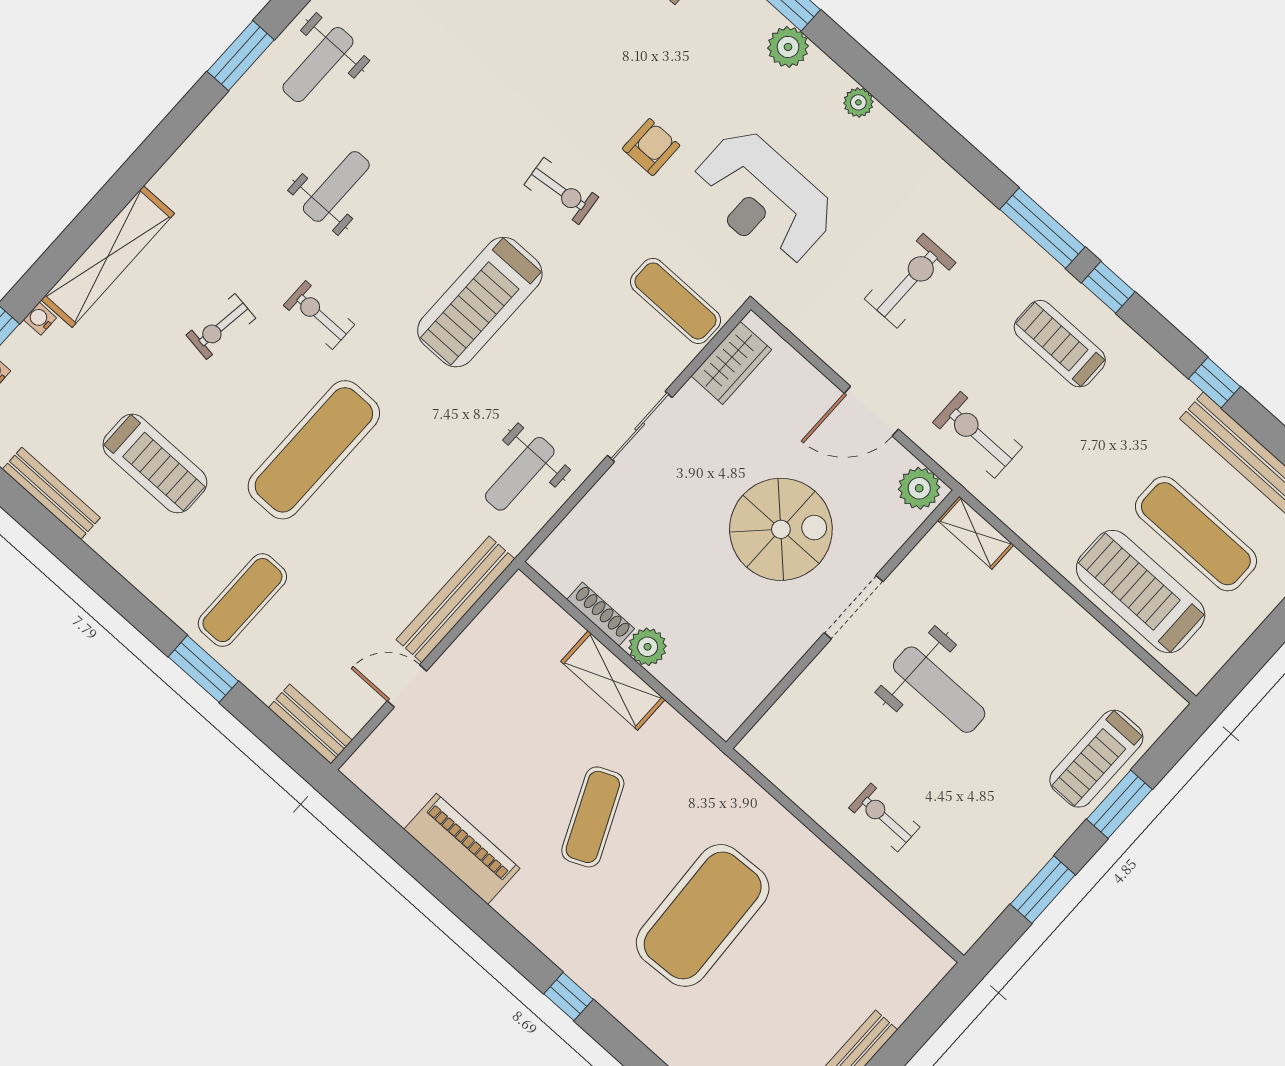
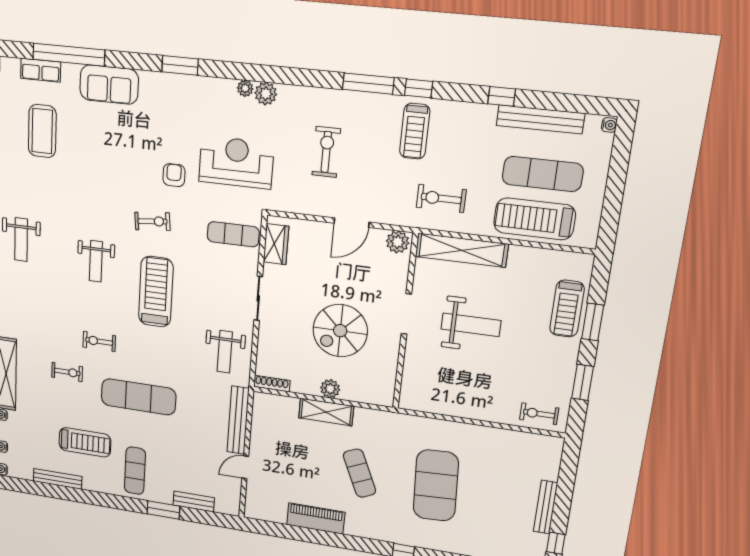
plant: (788, 47) -> (266, 94), moved
weight bench: (336, 187) -> (96, 261), moved, turned 180
reception desk: (763, 198) -> (236, 162), turned 180
treadmill: (480, 302) -> (156, 292), turned 180
exercise bike: (221, 327) -> (67, 372), turned -98
treadmill: (1060, 344) -> (415, 131), turned -90
exercise bike: (977, 435) -> (441, 198), moved
exercise mat: (314, 450) -> (138, 397), turned 90
spiral stairs: (781, 529) -> (340, 331), moved, turned 180
shelving: (976, 533) -> (462, 250), width x2.20, depth x1.33
exercise mat: (242, 600) -> (135, 471), moved
shoe rack: (601, 614) -> (272, 384), moved
bench: (310, 724) -> (194, 502), moved
exercise bike: (884, 817) -> (539, 414), moved

